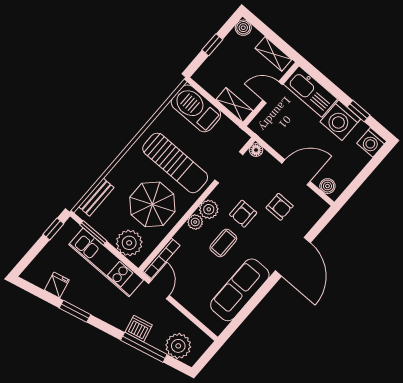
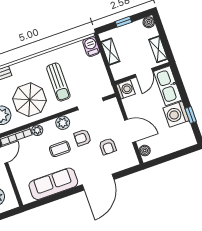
door: (272, 92) -> (144, 73), swing flipped
shelving: (234, 105) -> (110, 52), moved
barbecue: (196, 108) -> (91, 47), width x0.53, depth x0.65
washing machine: (372, 142) -> (126, 89), moved, turned 180
floor lamp: (256, 150) -> (113, 103), removed
sun lounger: (175, 163) -> (58, 82), width x0.73, depth x0.75
plant: (195, 222) -> (37, 130), moved

